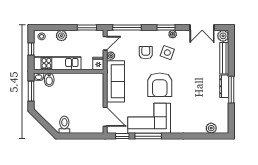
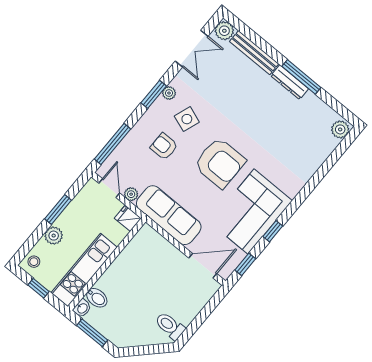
window: (87, 28) -> (58, 210), moved
plant: (211, 128) -> (340, 129), moved
window: (148, 136) -> (273, 231), width x0.46

